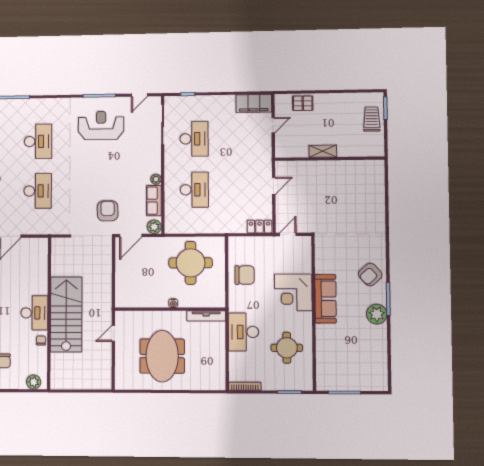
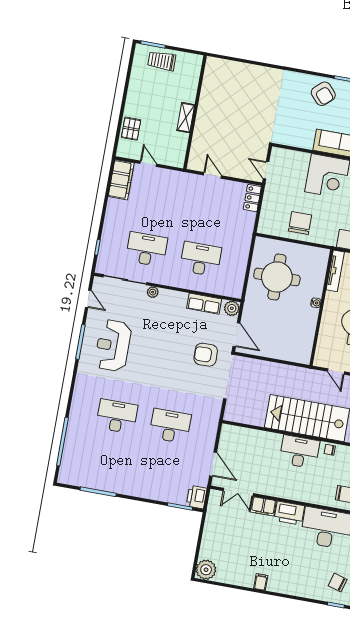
plant: (156, 179) -> (153, 292), moved

